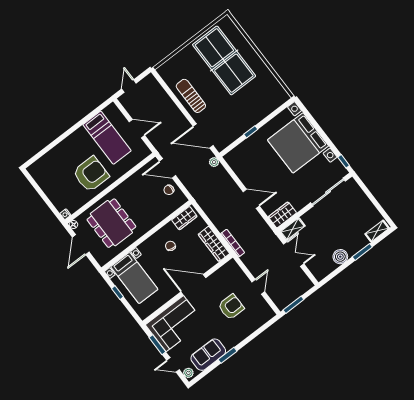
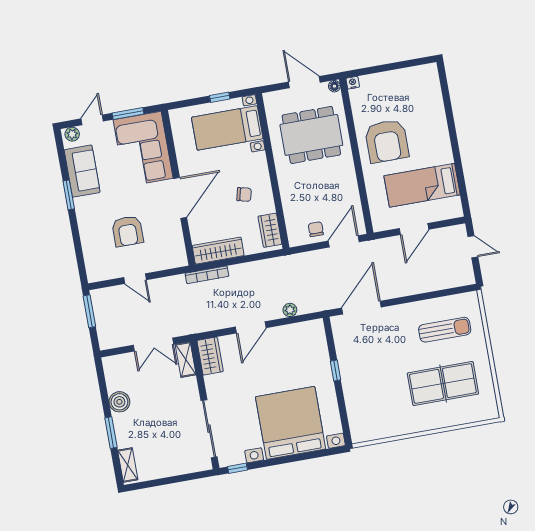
table tennis table: (224, 60) -> (443, 383), width x0.73, depth x0.76
sun lounger: (191, 96) -> (445, 330), moved
plant: (214, 162) -> (290, 310), moved

